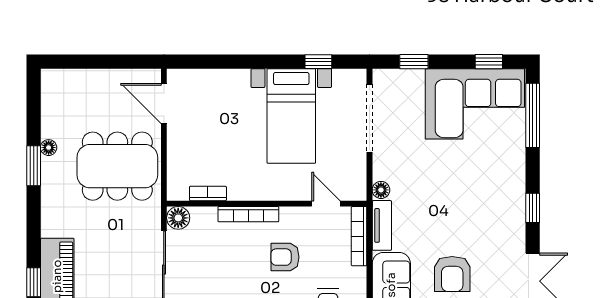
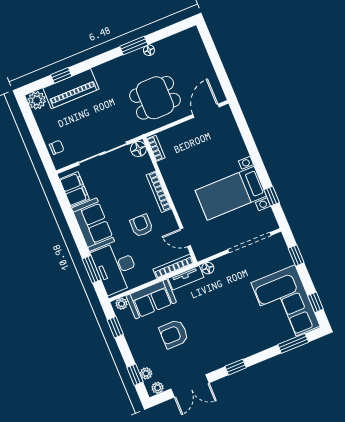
window: (533, 115) -> (293, 343), width x0.69
dining table: (117, 166) -> (155, 98), width x0.73
bookcase: (208, 193) -> (156, 148), moved
door: (326, 204) -> (185, 237), swing flipped

